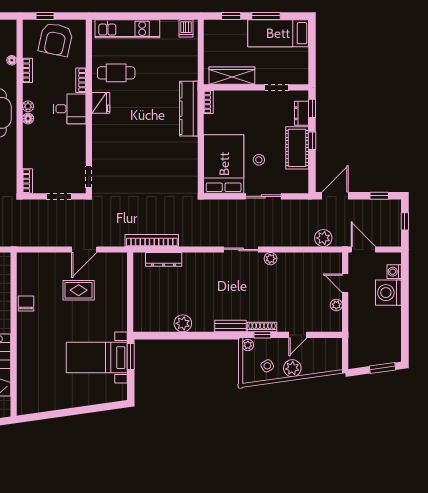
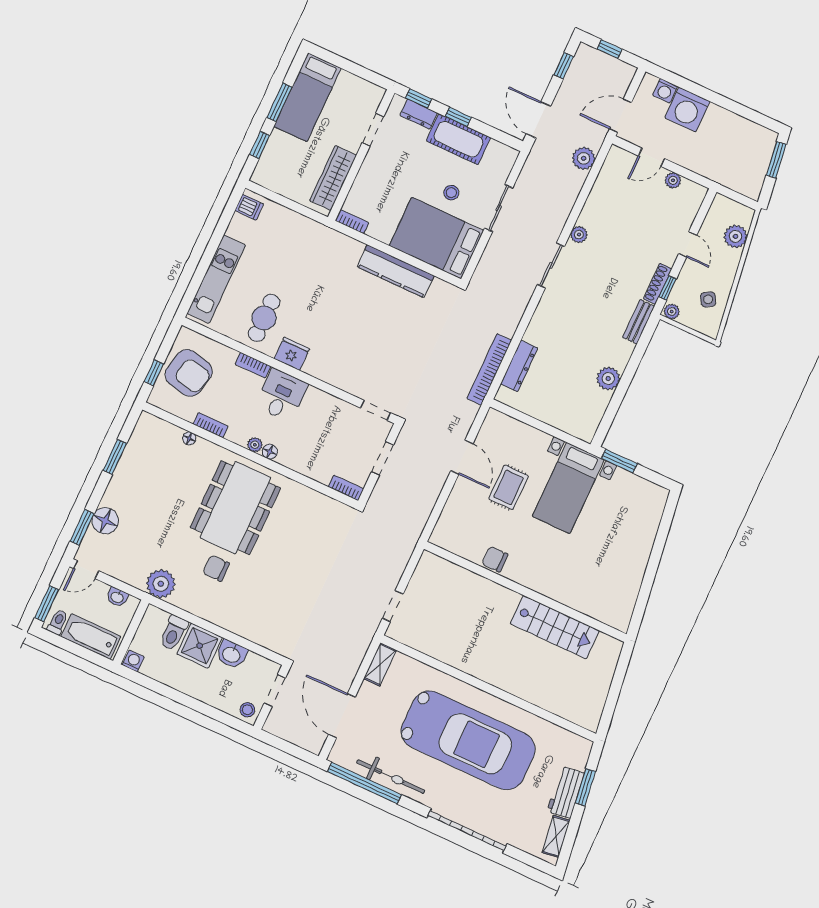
kitchen counter: (189, 109) -> (396, 271), moved
bed with nightstands: (97, 358) -> (568, 488), moved
plant: (292, 368) -> (736, 236), moved

